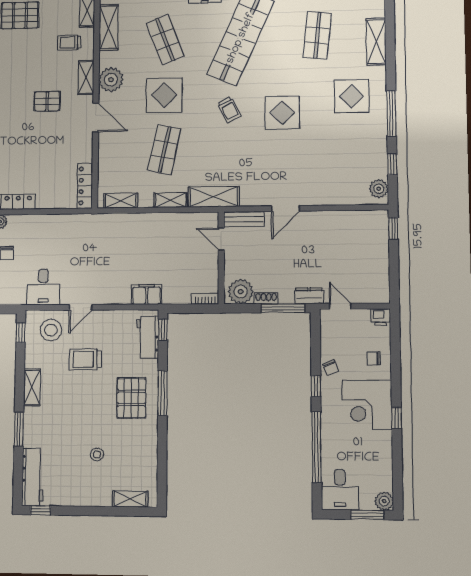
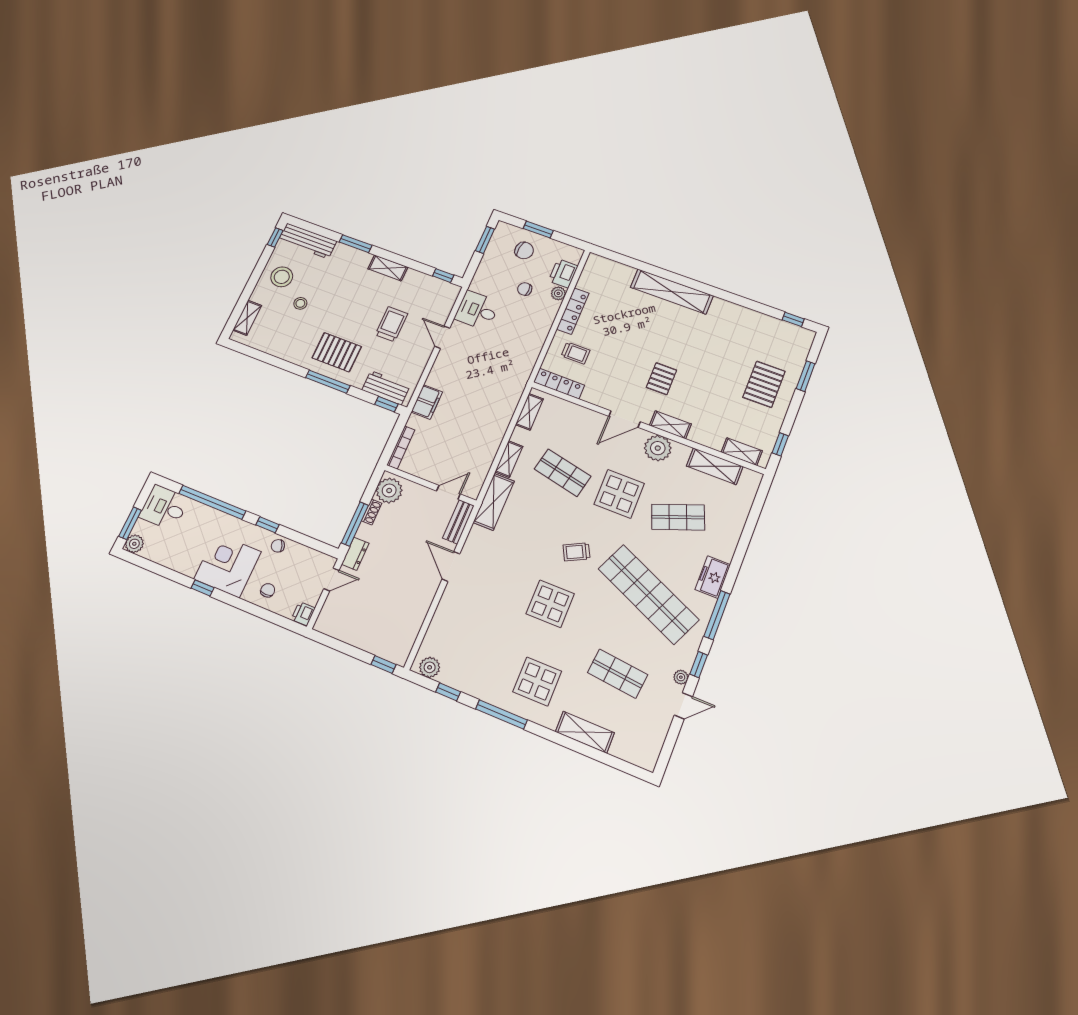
trolley: (69, 43) -> (576, 353), moved, turned 90
bookcase: (205, 299) -> (401, 447), width x1.56
stool: (51, 330) -> (282, 277), moved

